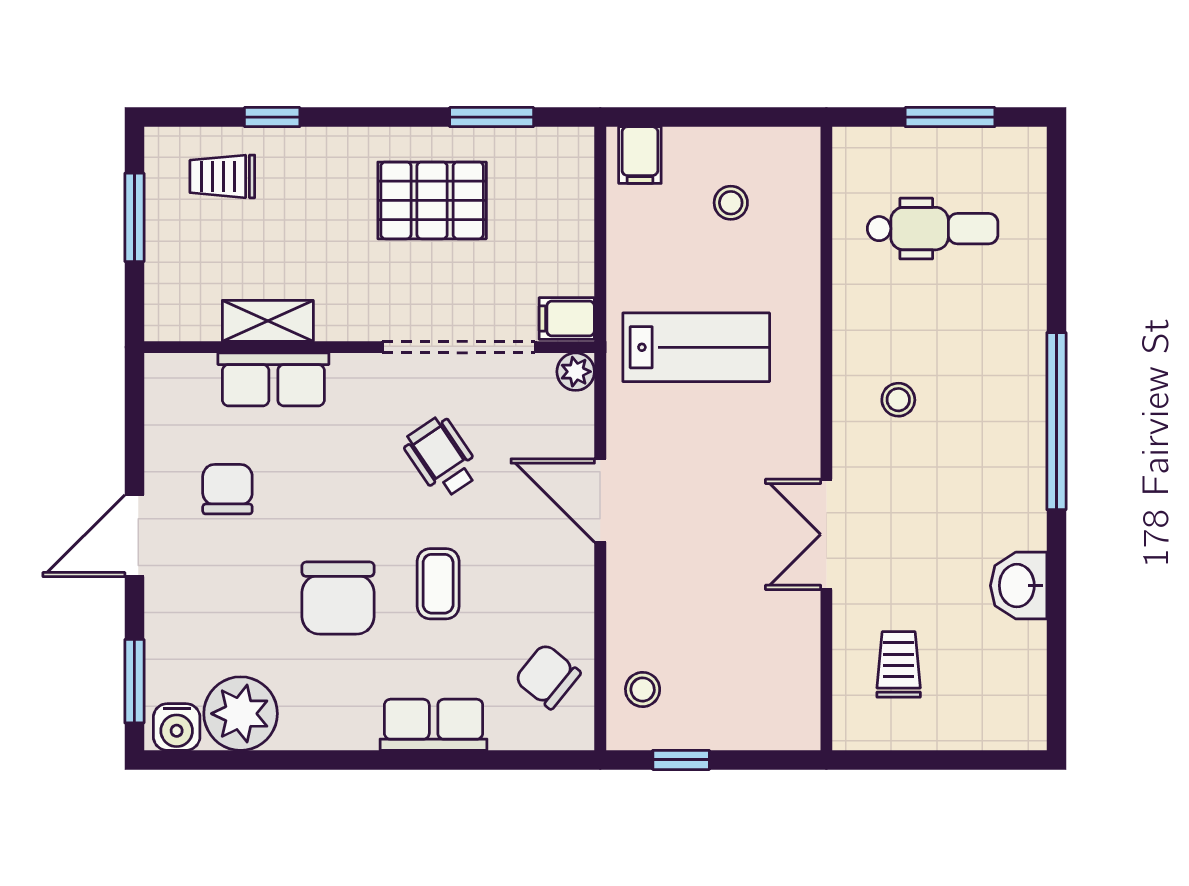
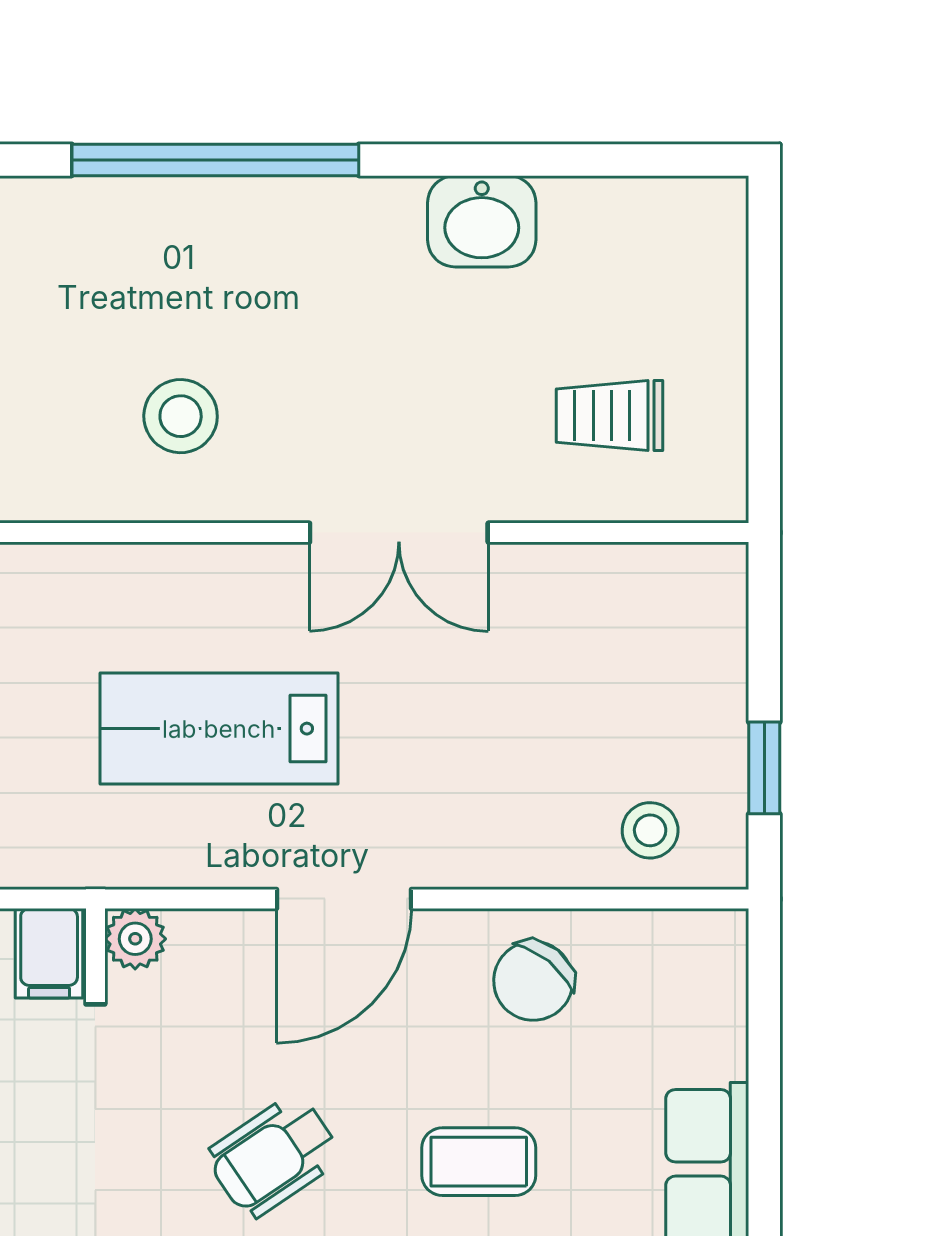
lab bench: (696, 347) -> (219, 729), moved, turned -90
stool: (898, 400) -> (181, 416), width x1.37, depth x1.37
chair: (548, 676) -> (533, 981), moved

